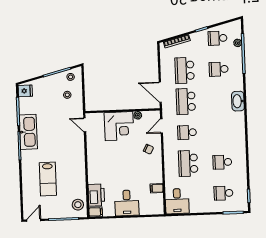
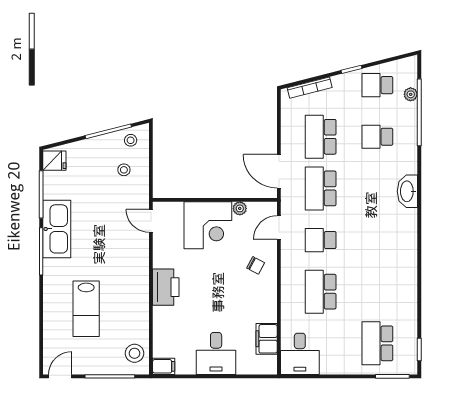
school desk: (222, 162) -> (377, 292), removed
filing cabinet: (157, 188) -> (267, 339), width x2.00
school desk: (223, 193) -> (377, 343), width x1.85
printer: (96, 195) -> (166, 287), moved

